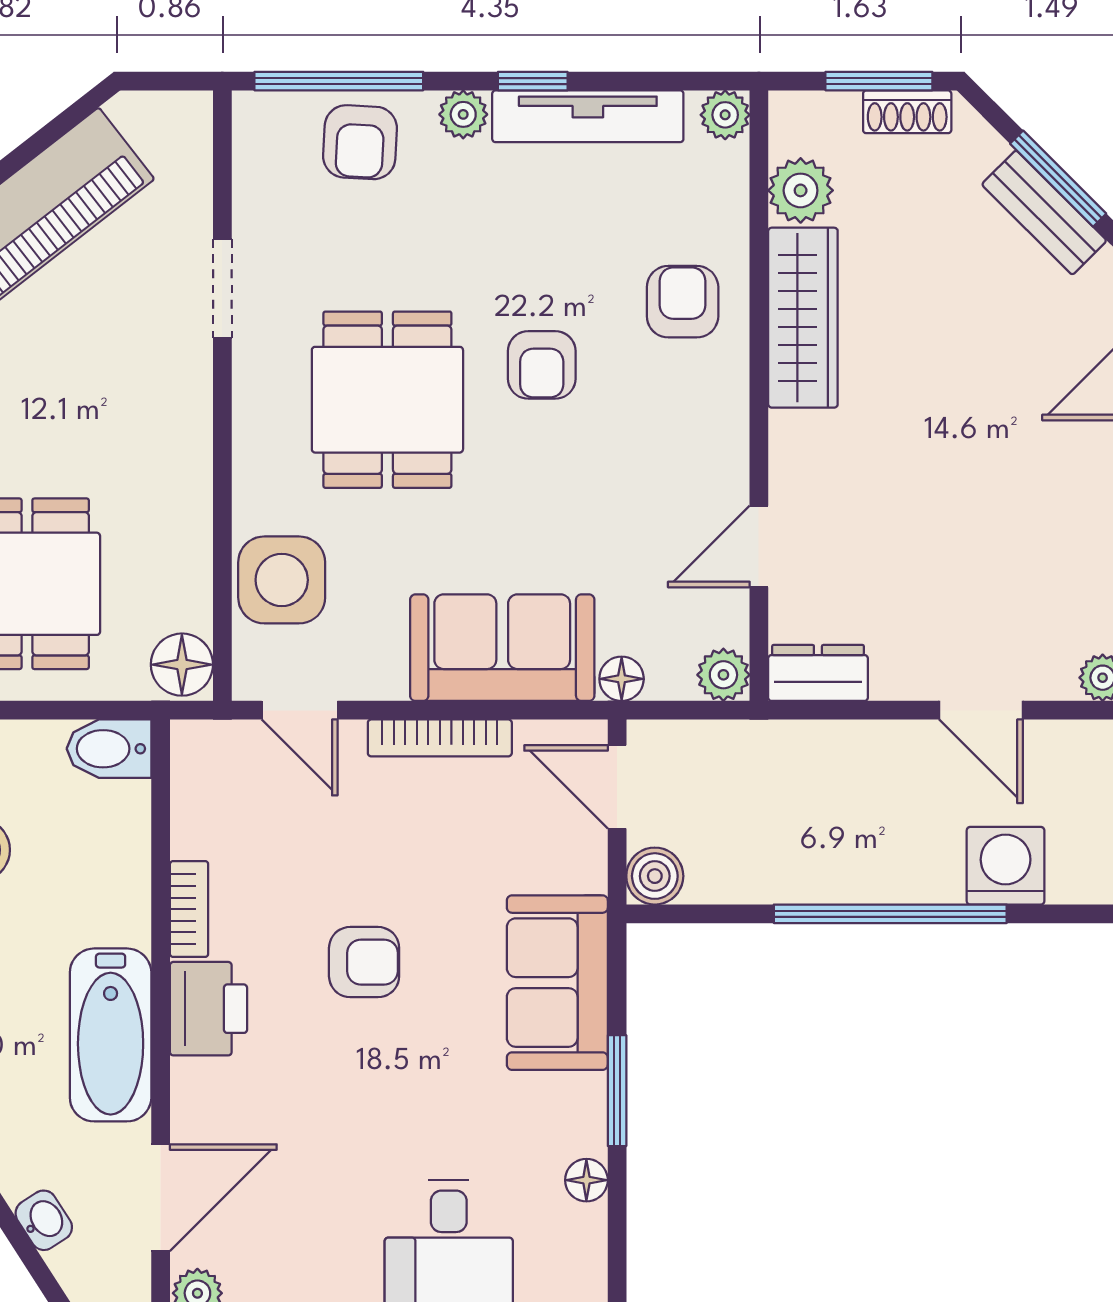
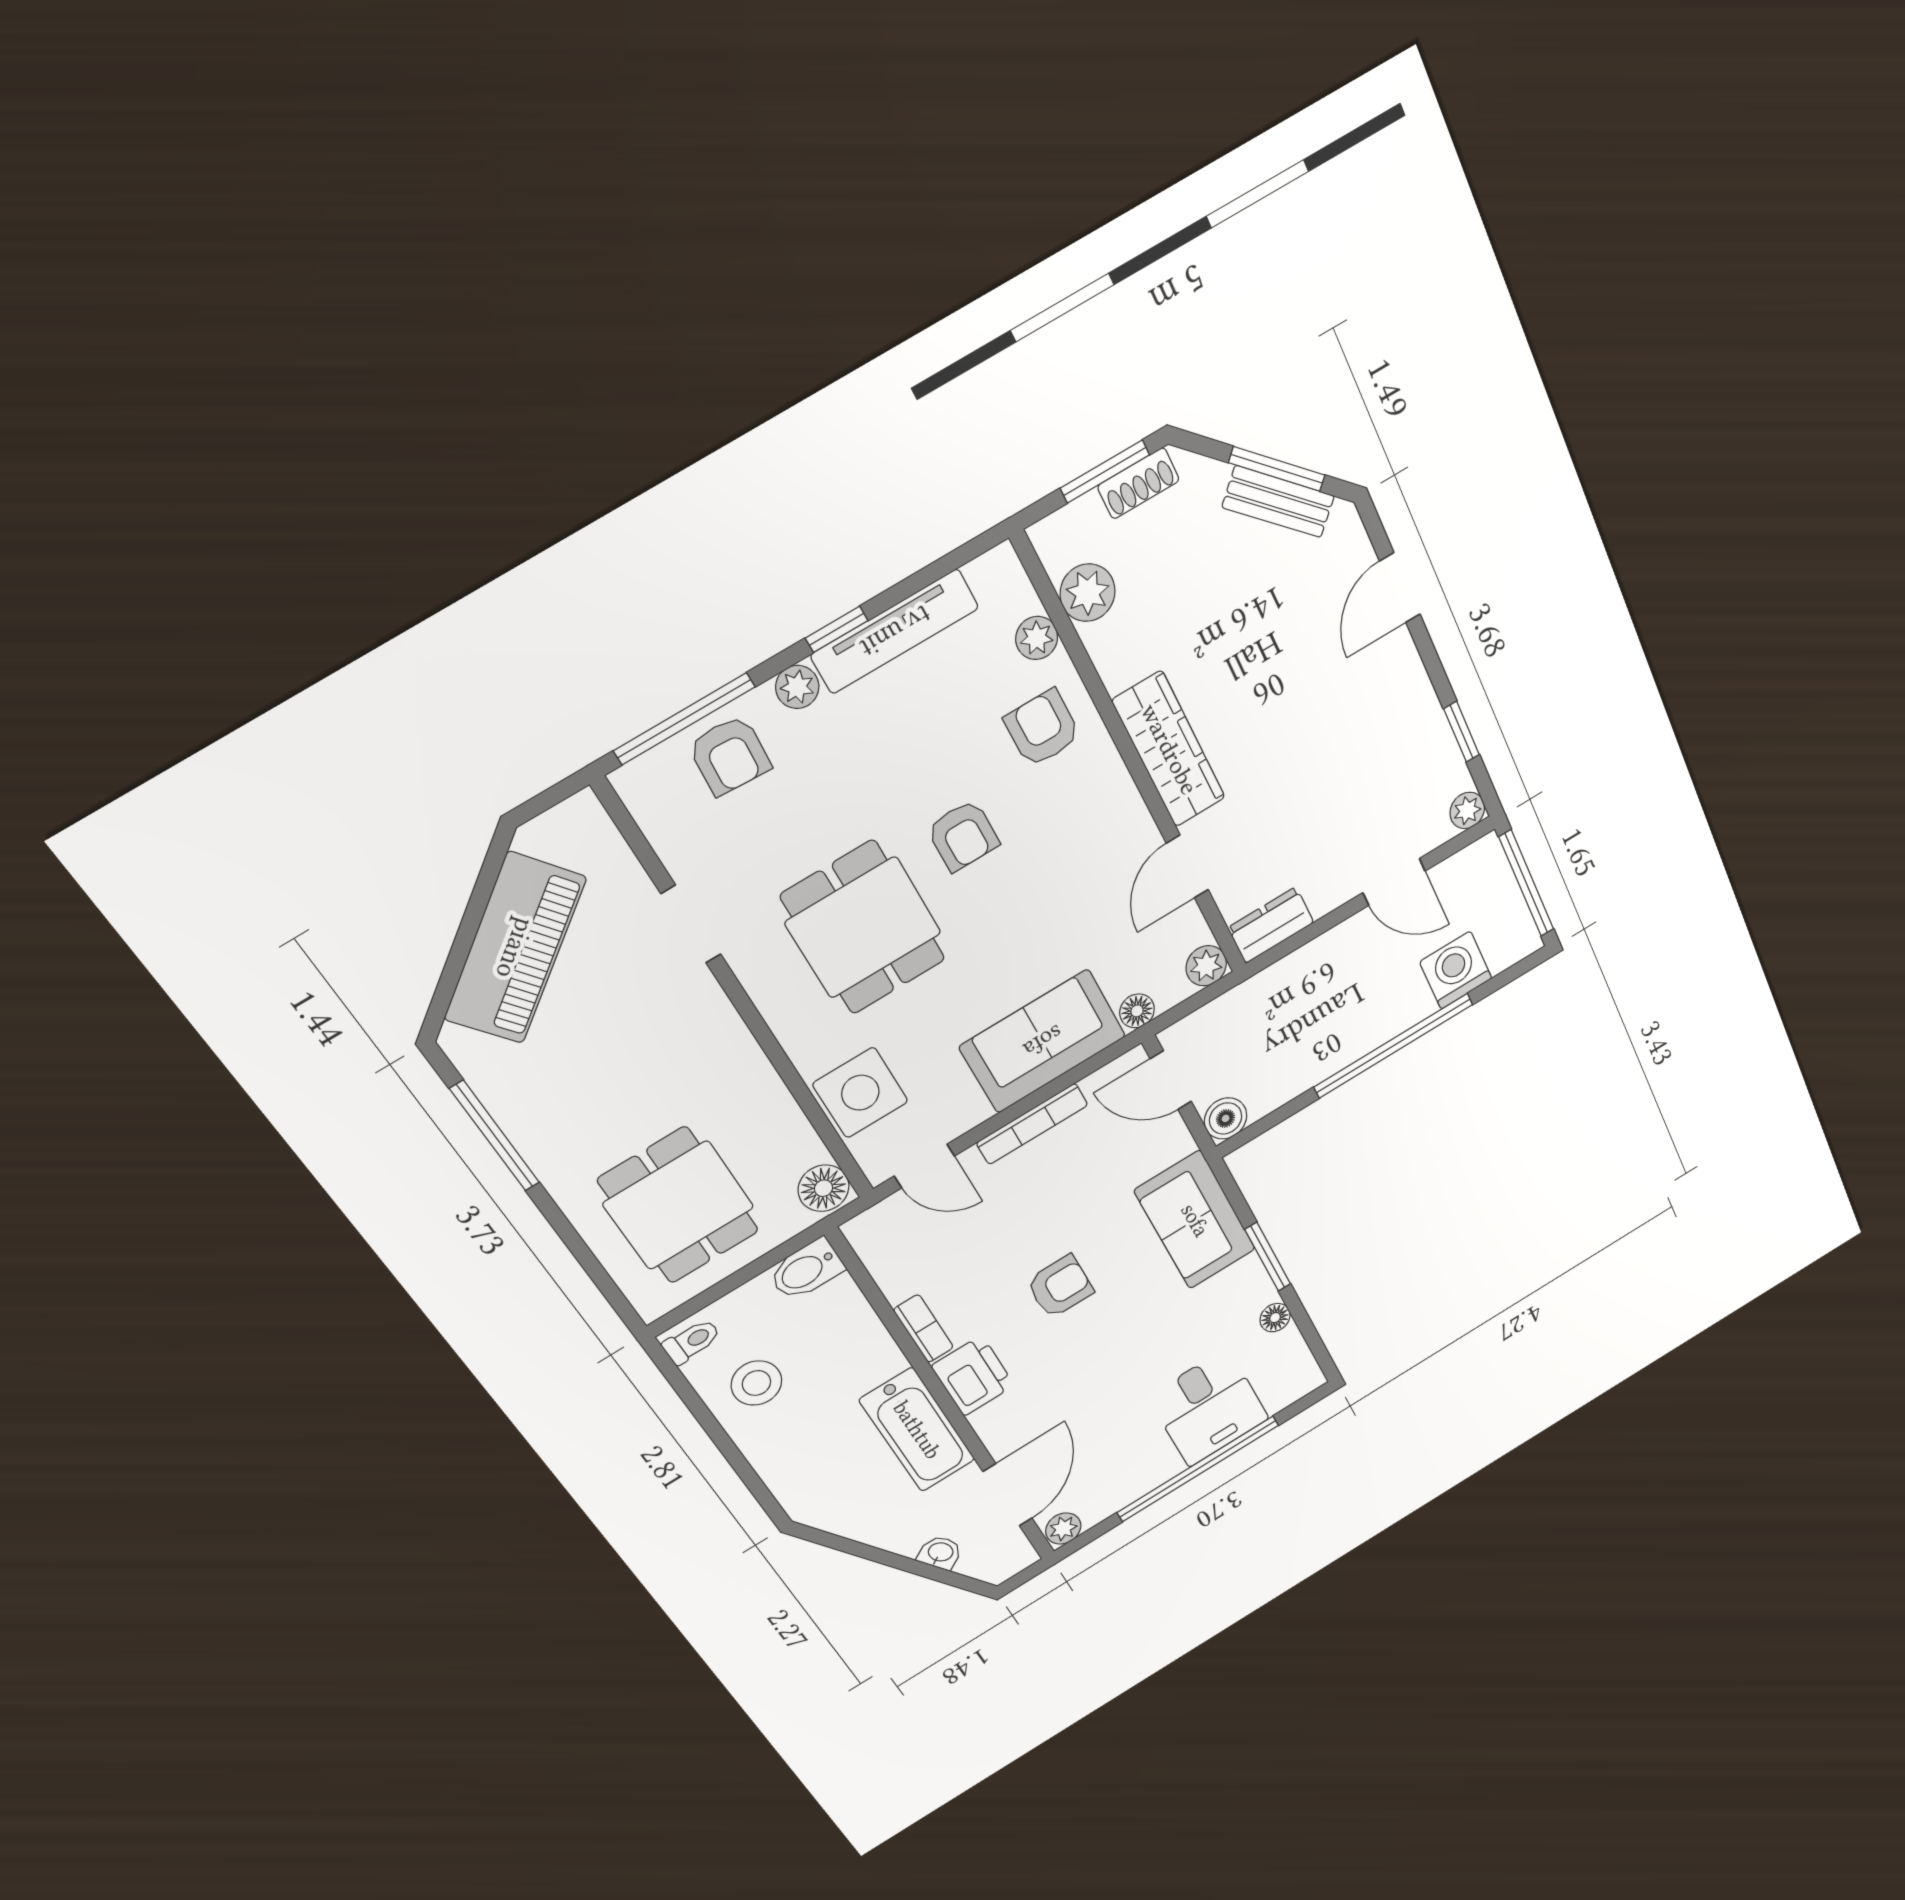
plant: (725, 115) -> (1037, 638), moved
wardrobe: (803, 318) -> (1169, 749), moved

